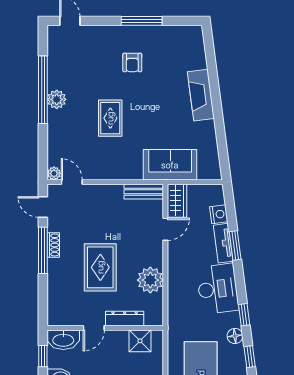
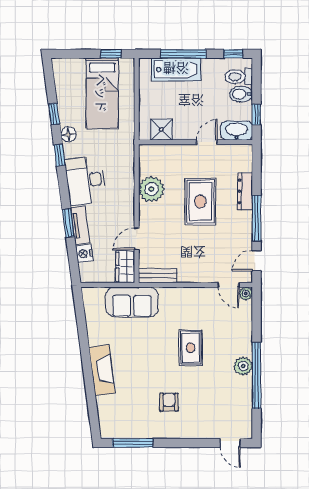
window: (142, 21) -> (133, 443), moved
door: (43, 207) -> (257, 261), swing flipped
shoe rack: (53, 245) -> (246, 223), removed
dresser: (125, 318) -> (245, 191), moved, turned 90

